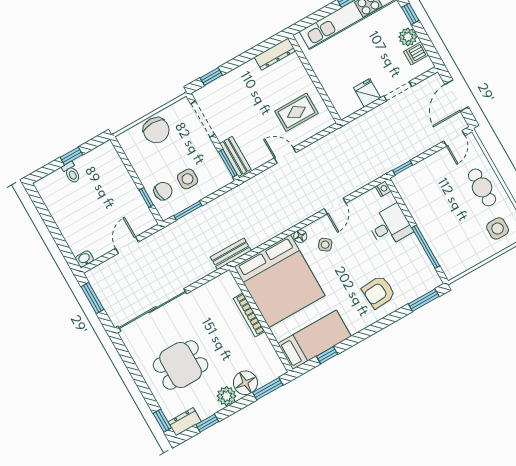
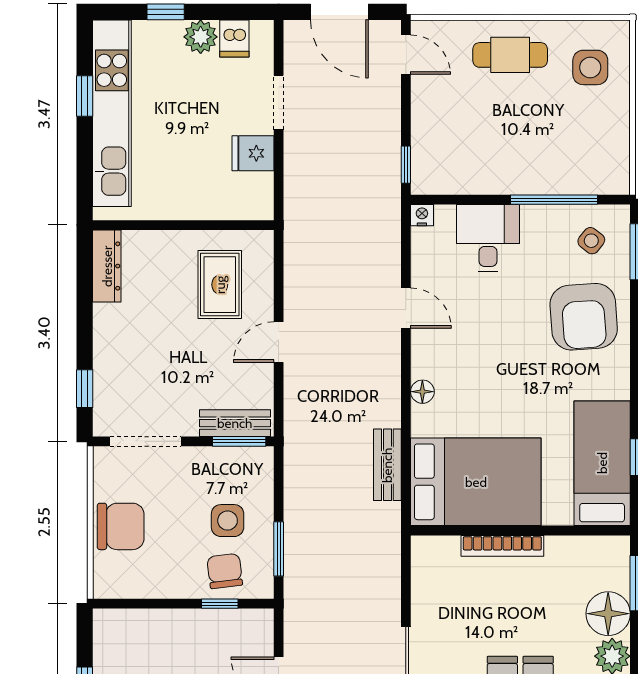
side table: (325, 245) -> (591, 241), moved
bench: (231, 254) -> (387, 465), moved
bed: (280, 281) -> (476, 482), width x0.73
armchair: (379, 292) -> (584, 317), width x1.36, depth x1.36

